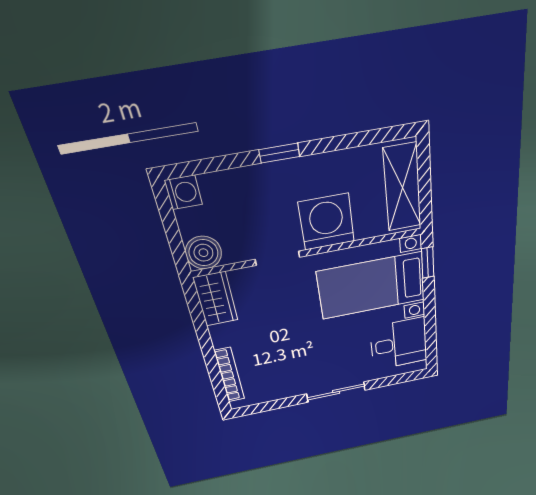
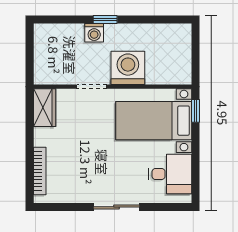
shelving: (402, 188) -> (180, 54), removed
washing machine: (183, 192) -> (94, 33), moved, turned 90
boiler: (203, 253) -> (45, 73), removed

